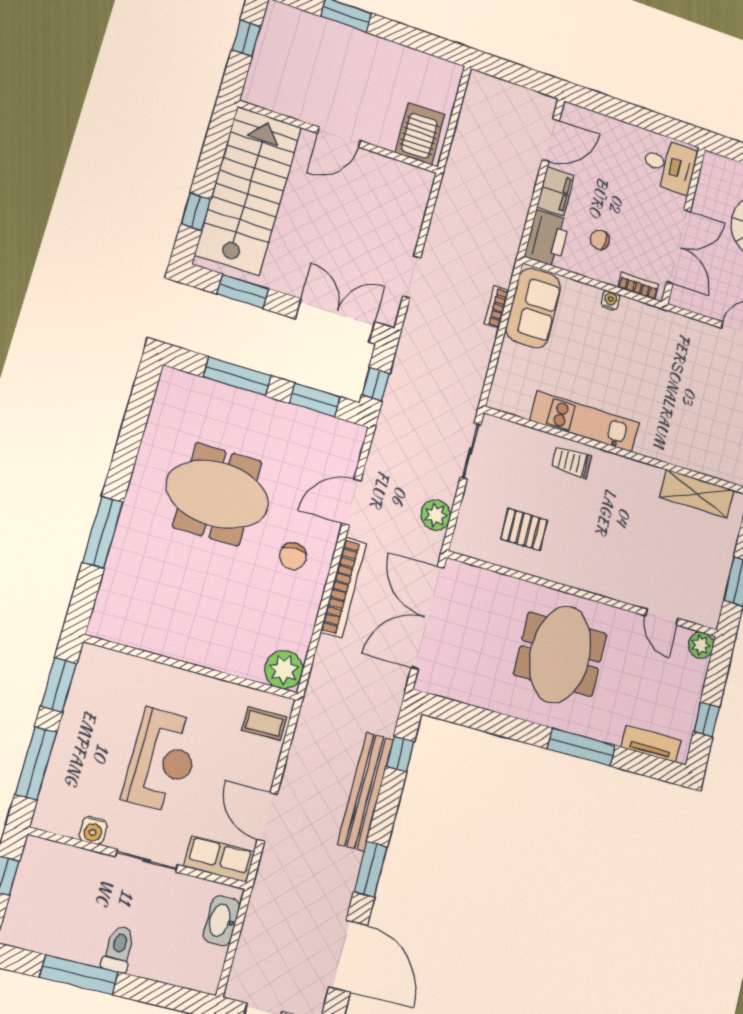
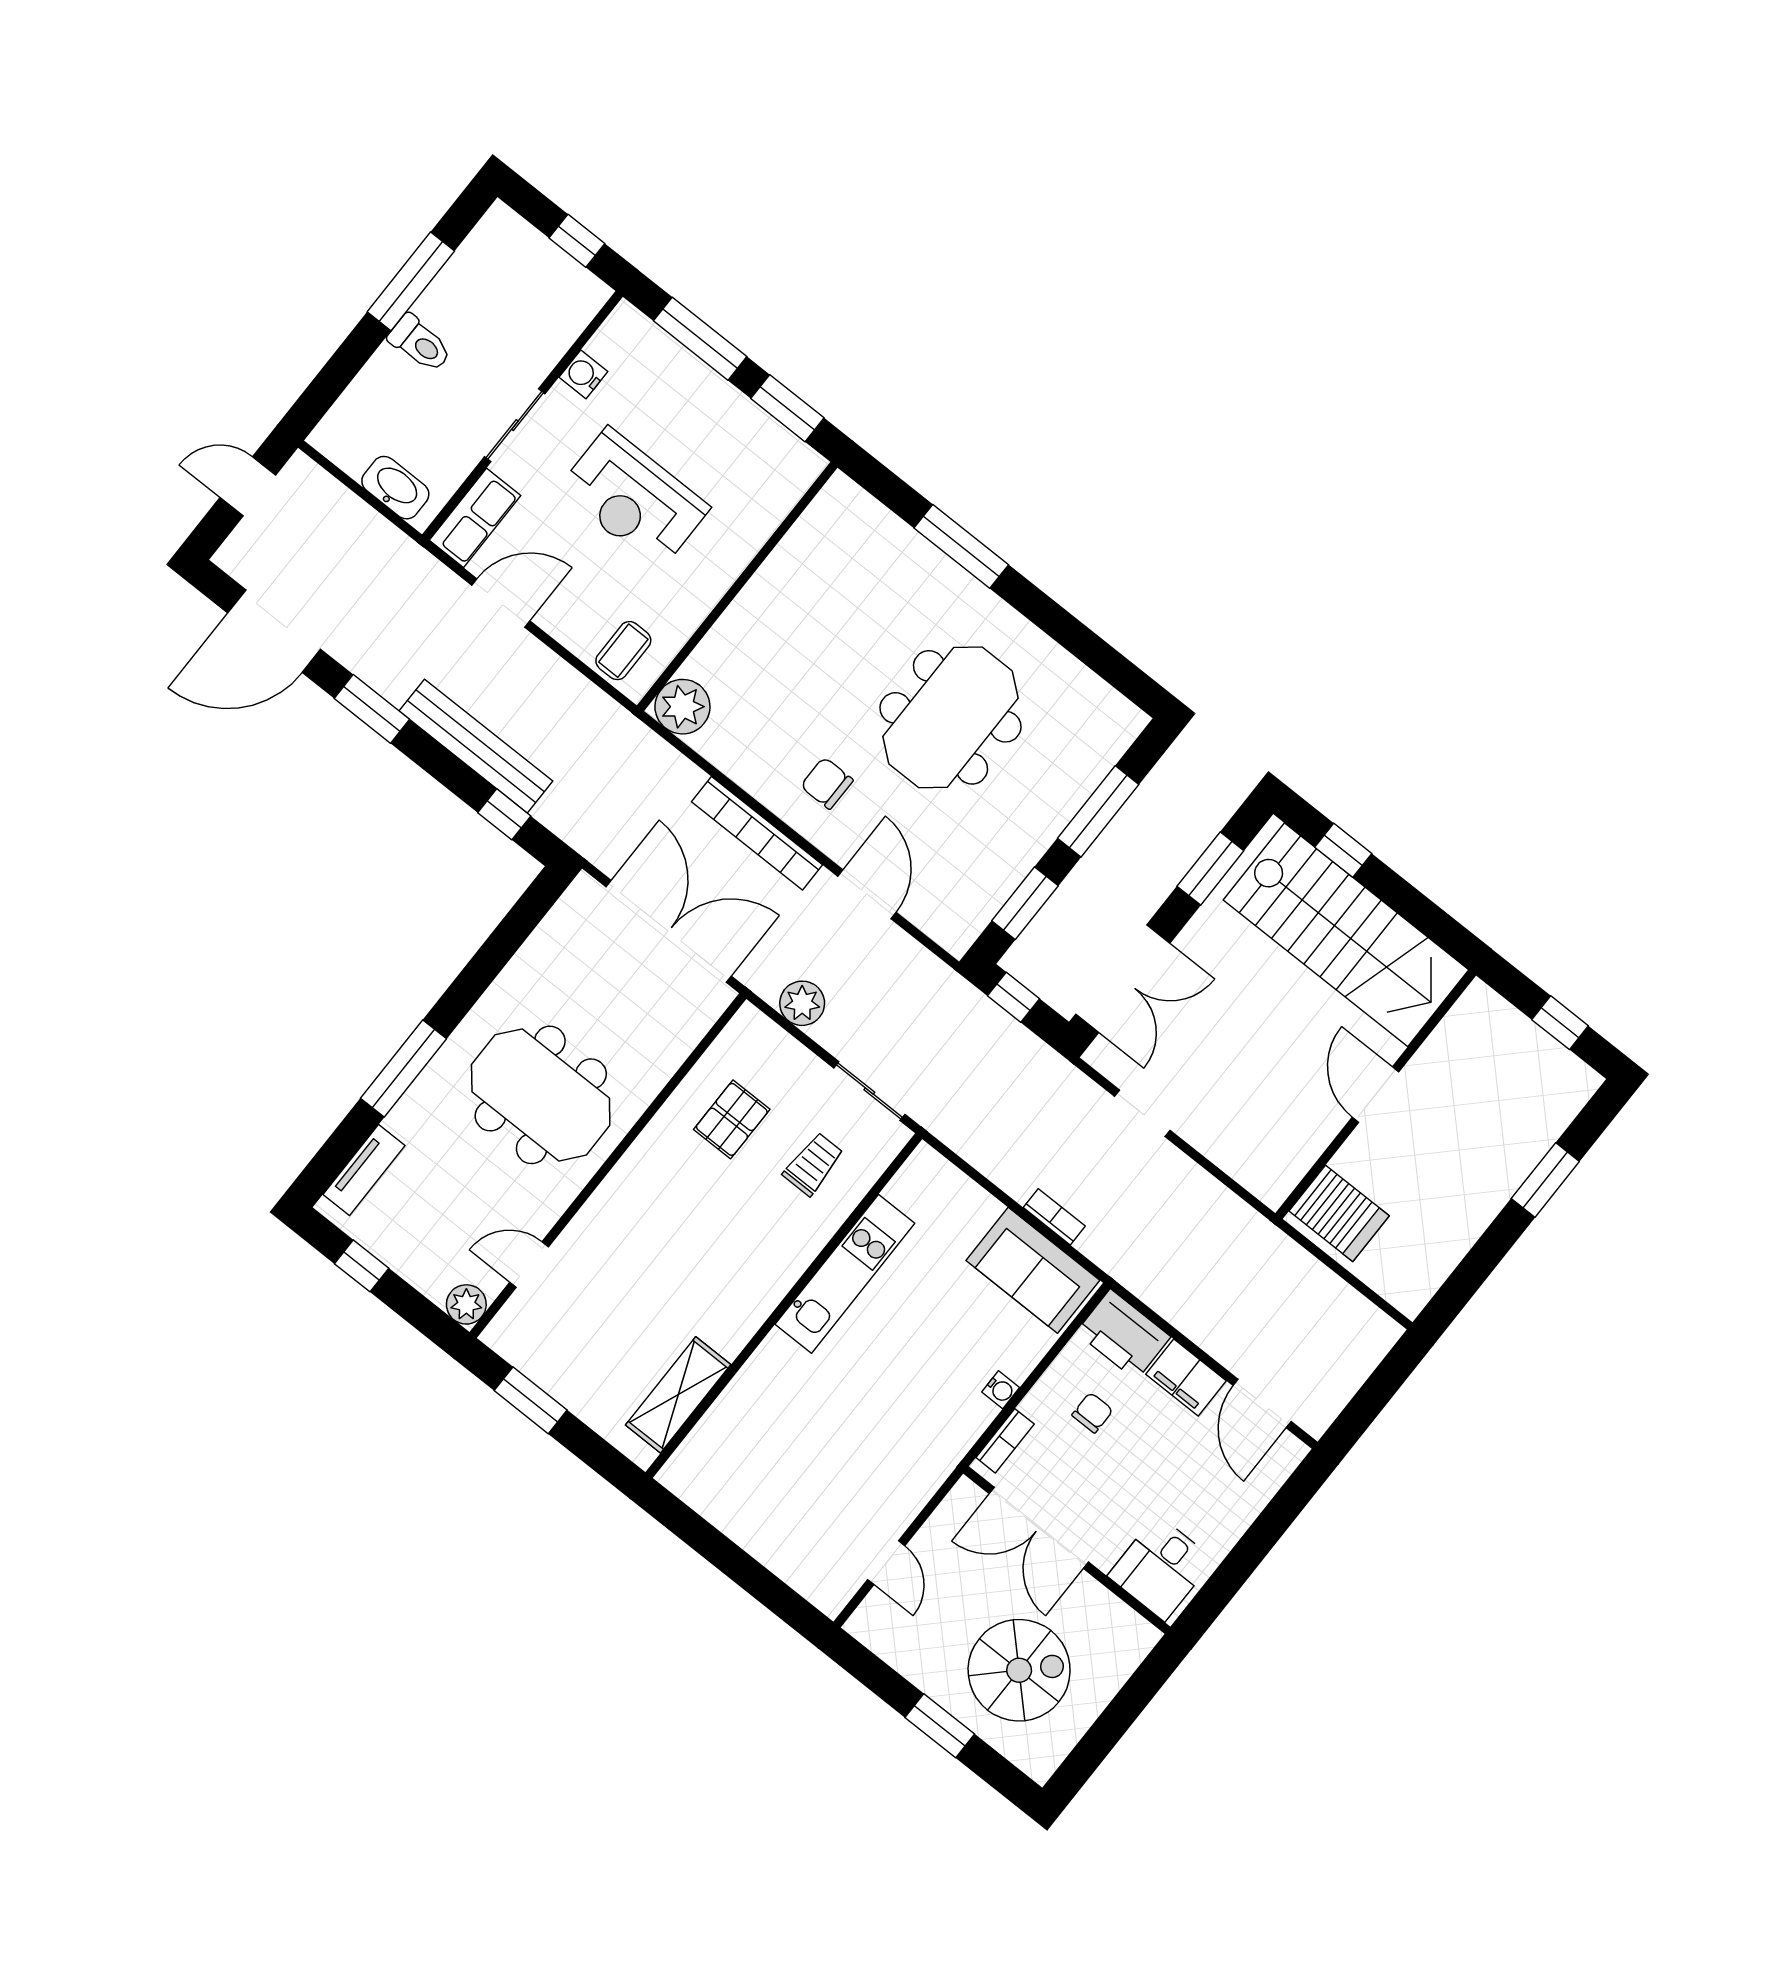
trolley: (572, 462) -> (813, 1164), moved

